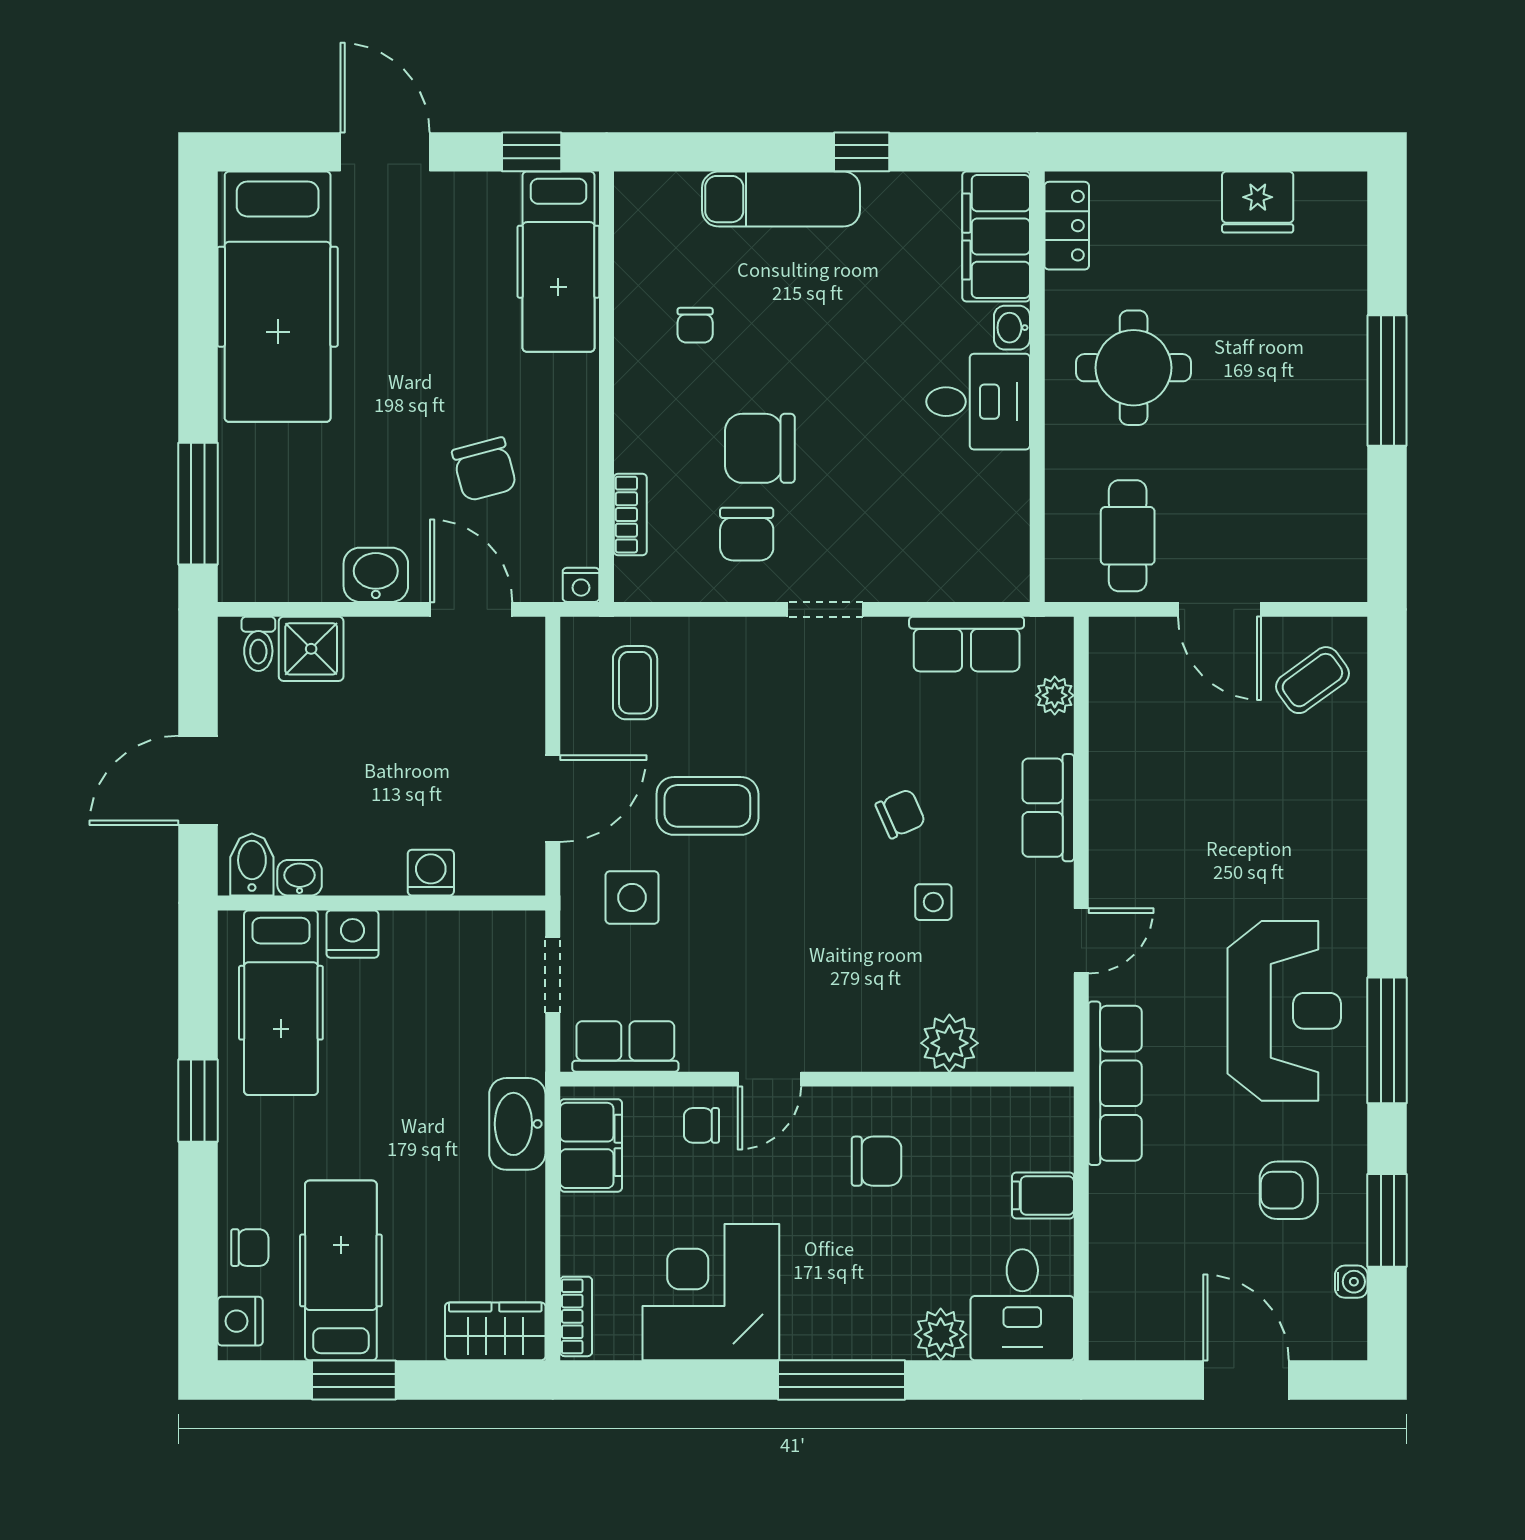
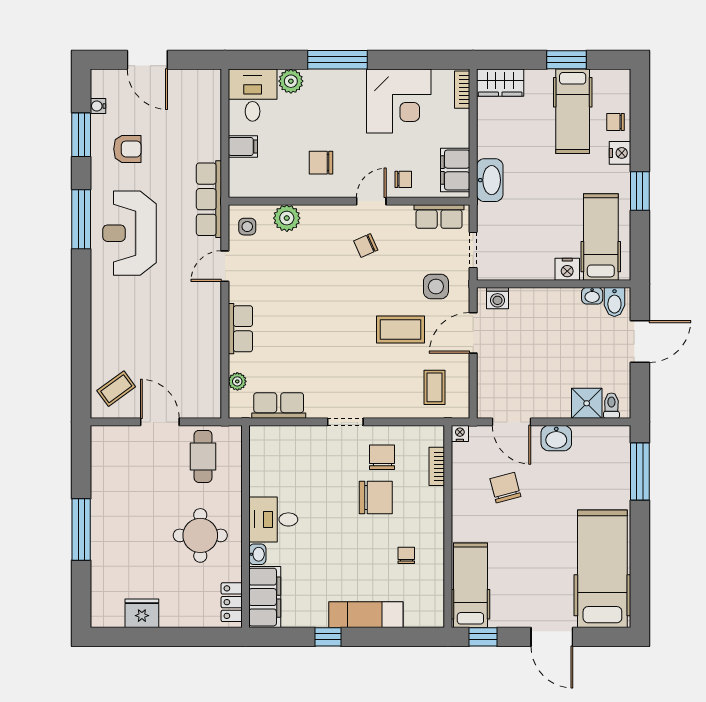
chair: (901, 814) -> (366, 245), moved
washing machine: (431, 873) -> (498, 298), moved
side table: (933, 902) -> (247, 227), moved
nightstand: (240, 1321) -> (620, 153), moved

